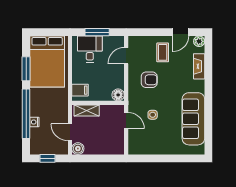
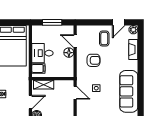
desk: (90, 49) -> (42, 53), moved, turned -90
door: (126, 56) -> (75, 41), hinge flipped
floor lamp: (118, 95) -> (69, 53), moved
door: (70, 132) -> (30, 102), swing flipped

